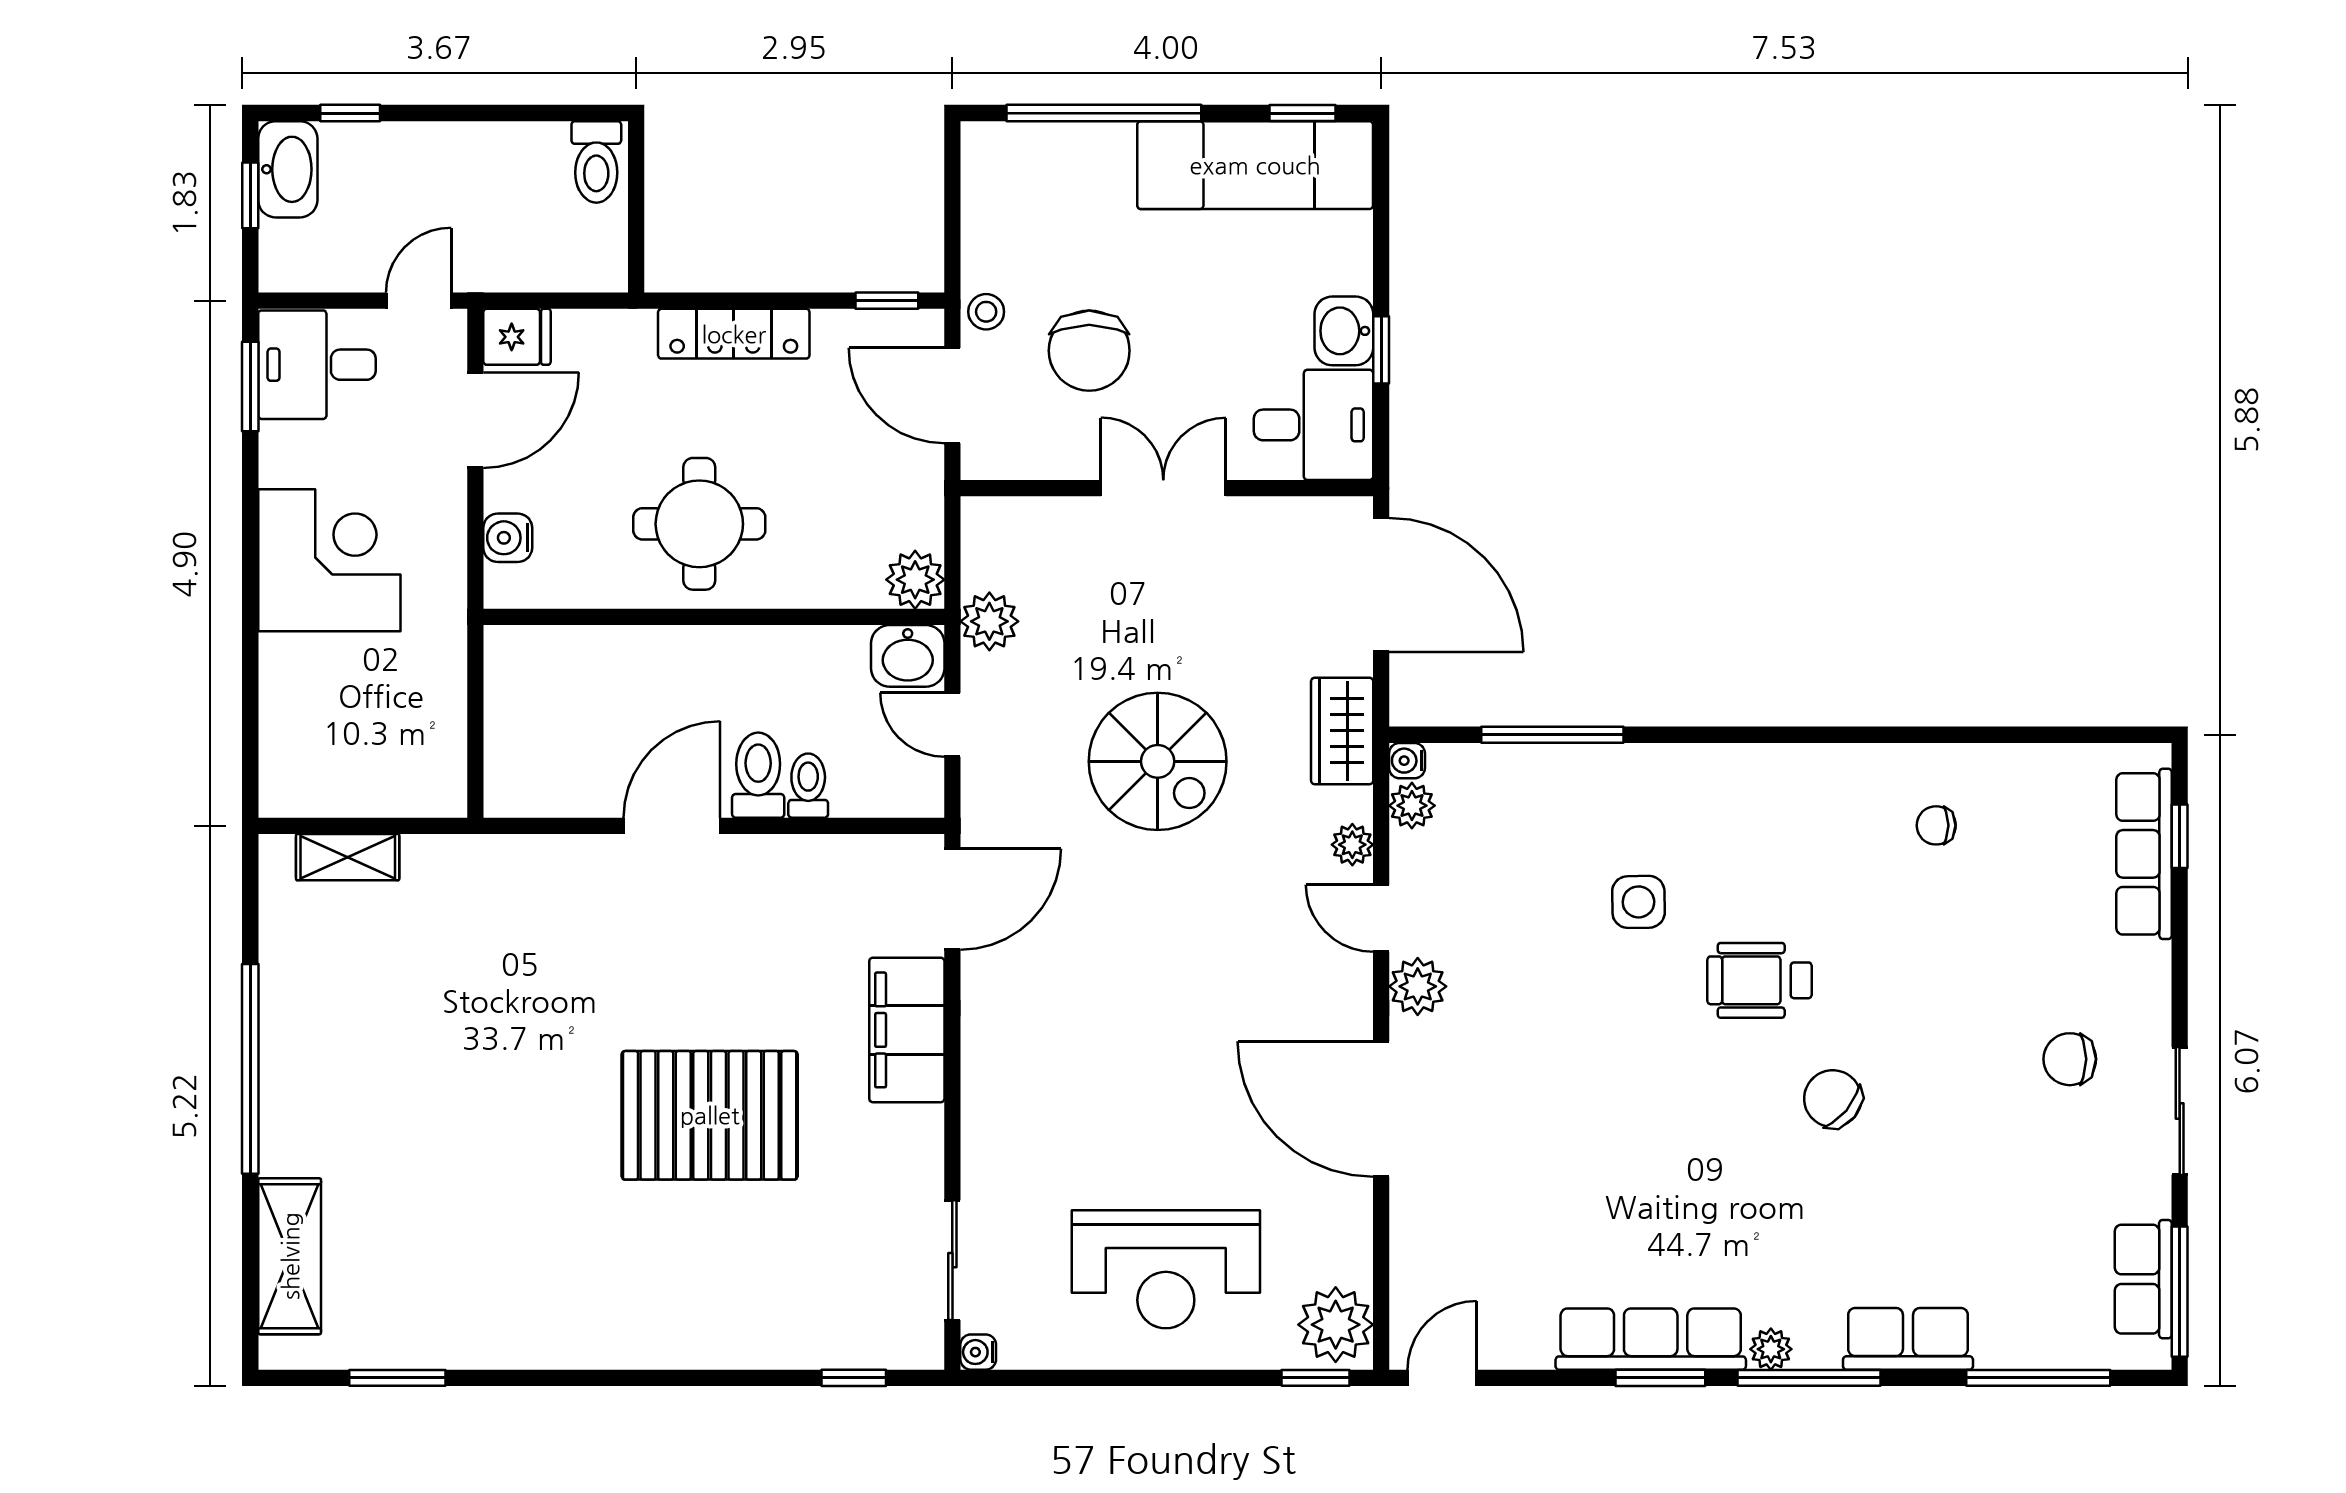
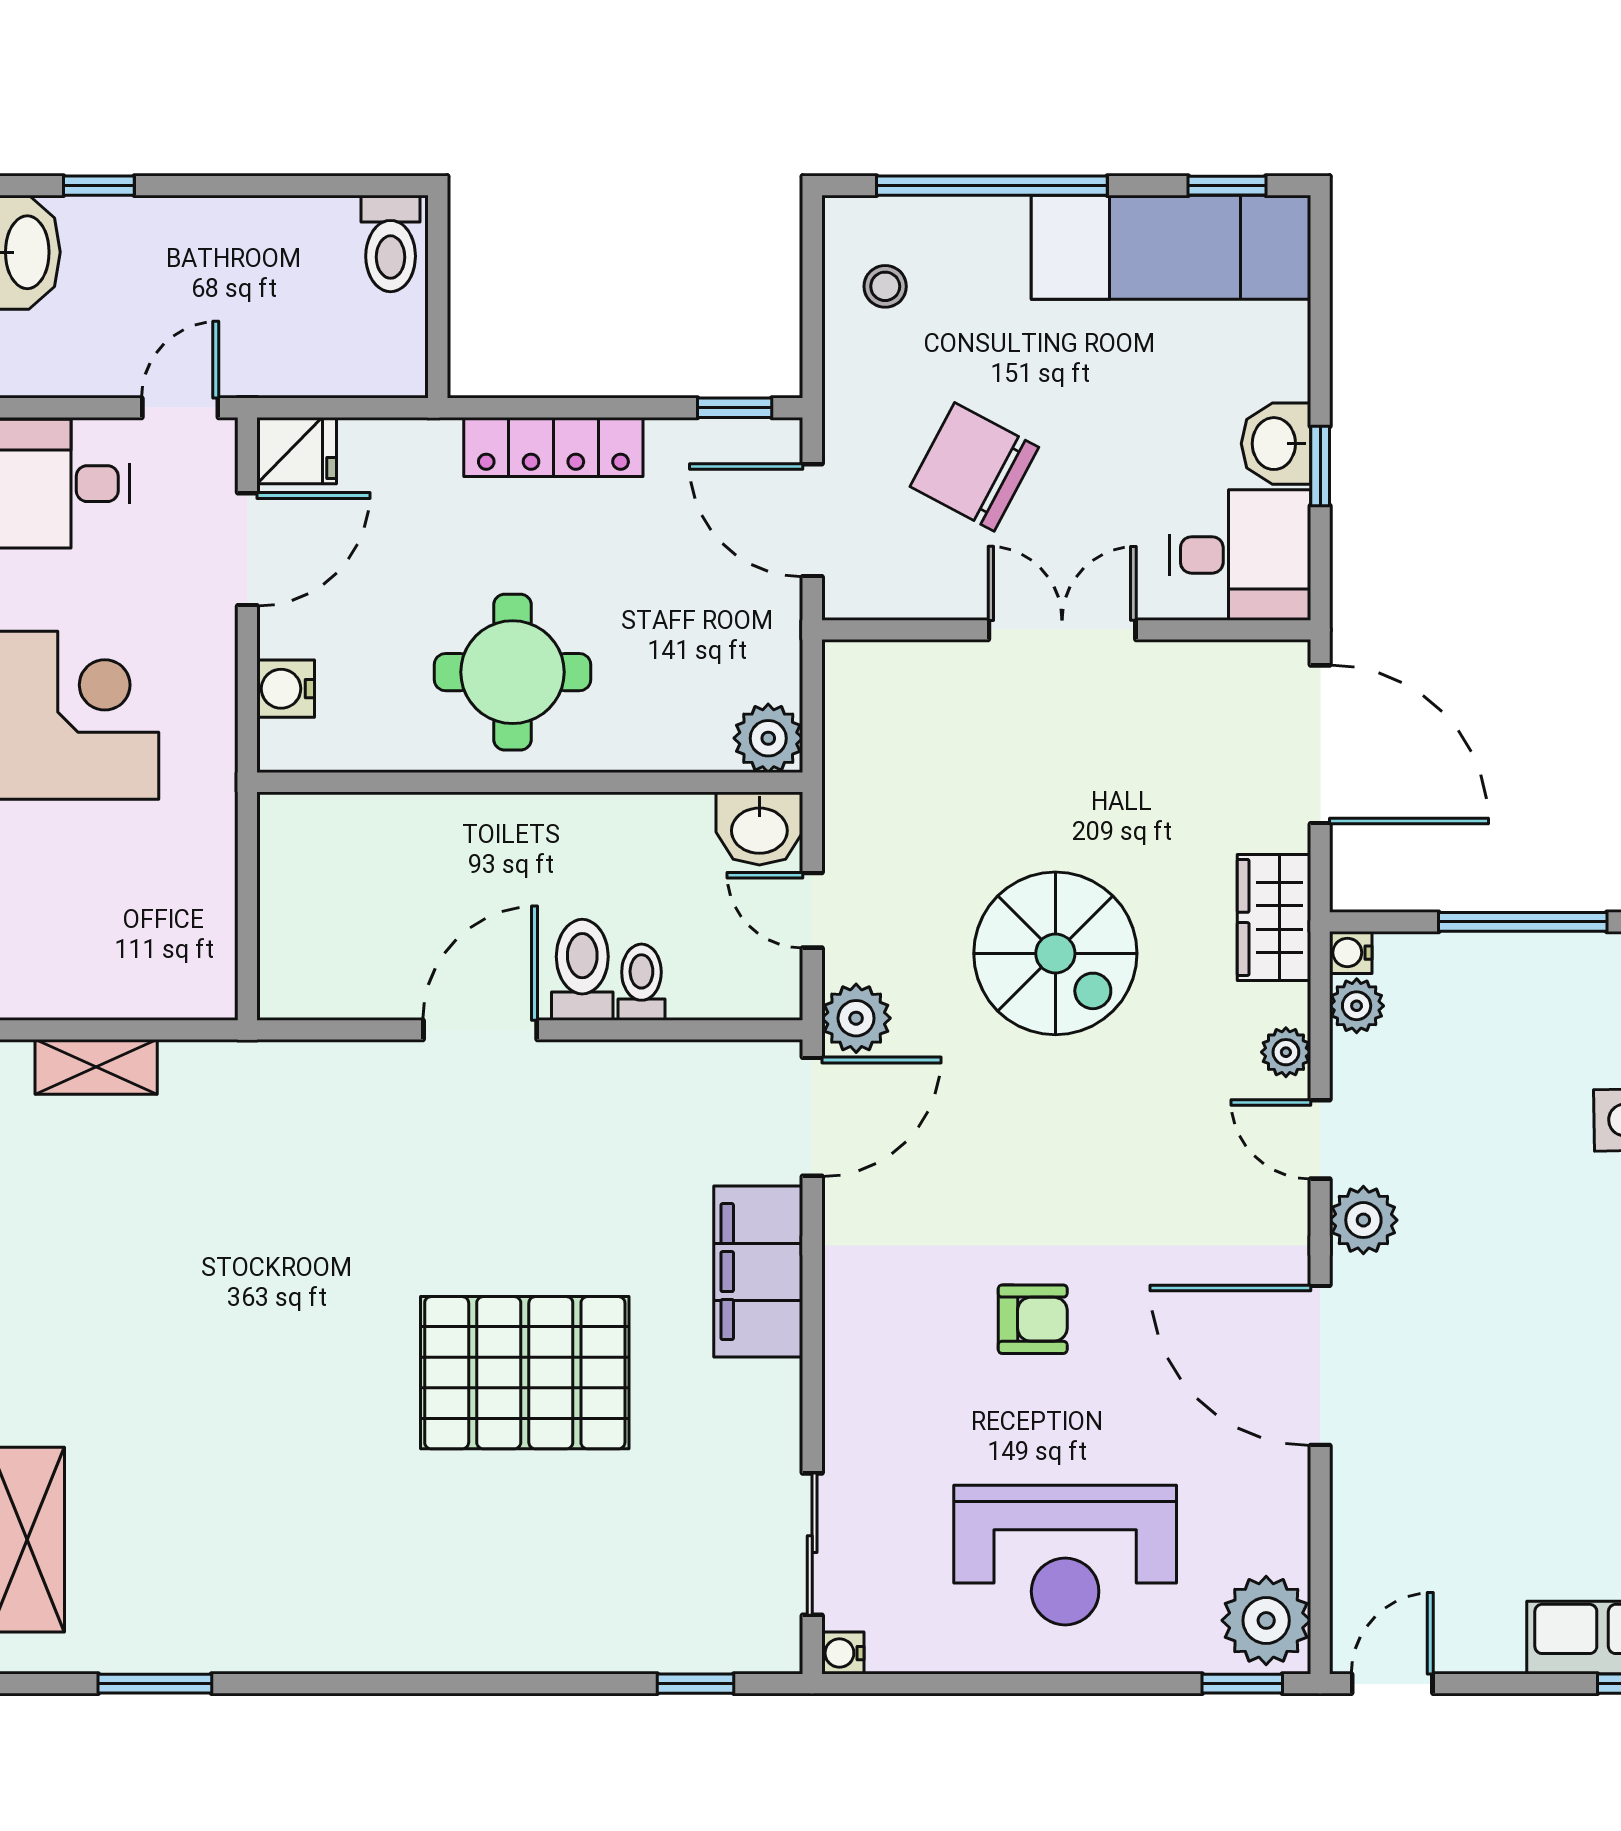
stool: (986, 312) -> (885, 286), moved
chair: (1089, 351) -> (974, 467), turned 118
plant: (989, 621) -> (856, 1018), moved
armchair: (1139, 1070) -> (1033, 1319), added

